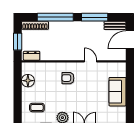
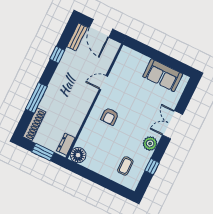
window: (55, 17) -> (36, 98), width x0.68
window: (95, 17) -> (57, 55), width x0.46
floor lamp: (28, 81) -> (78, 155), moved
sofa: (117, 92) -> (163, 75), moved

